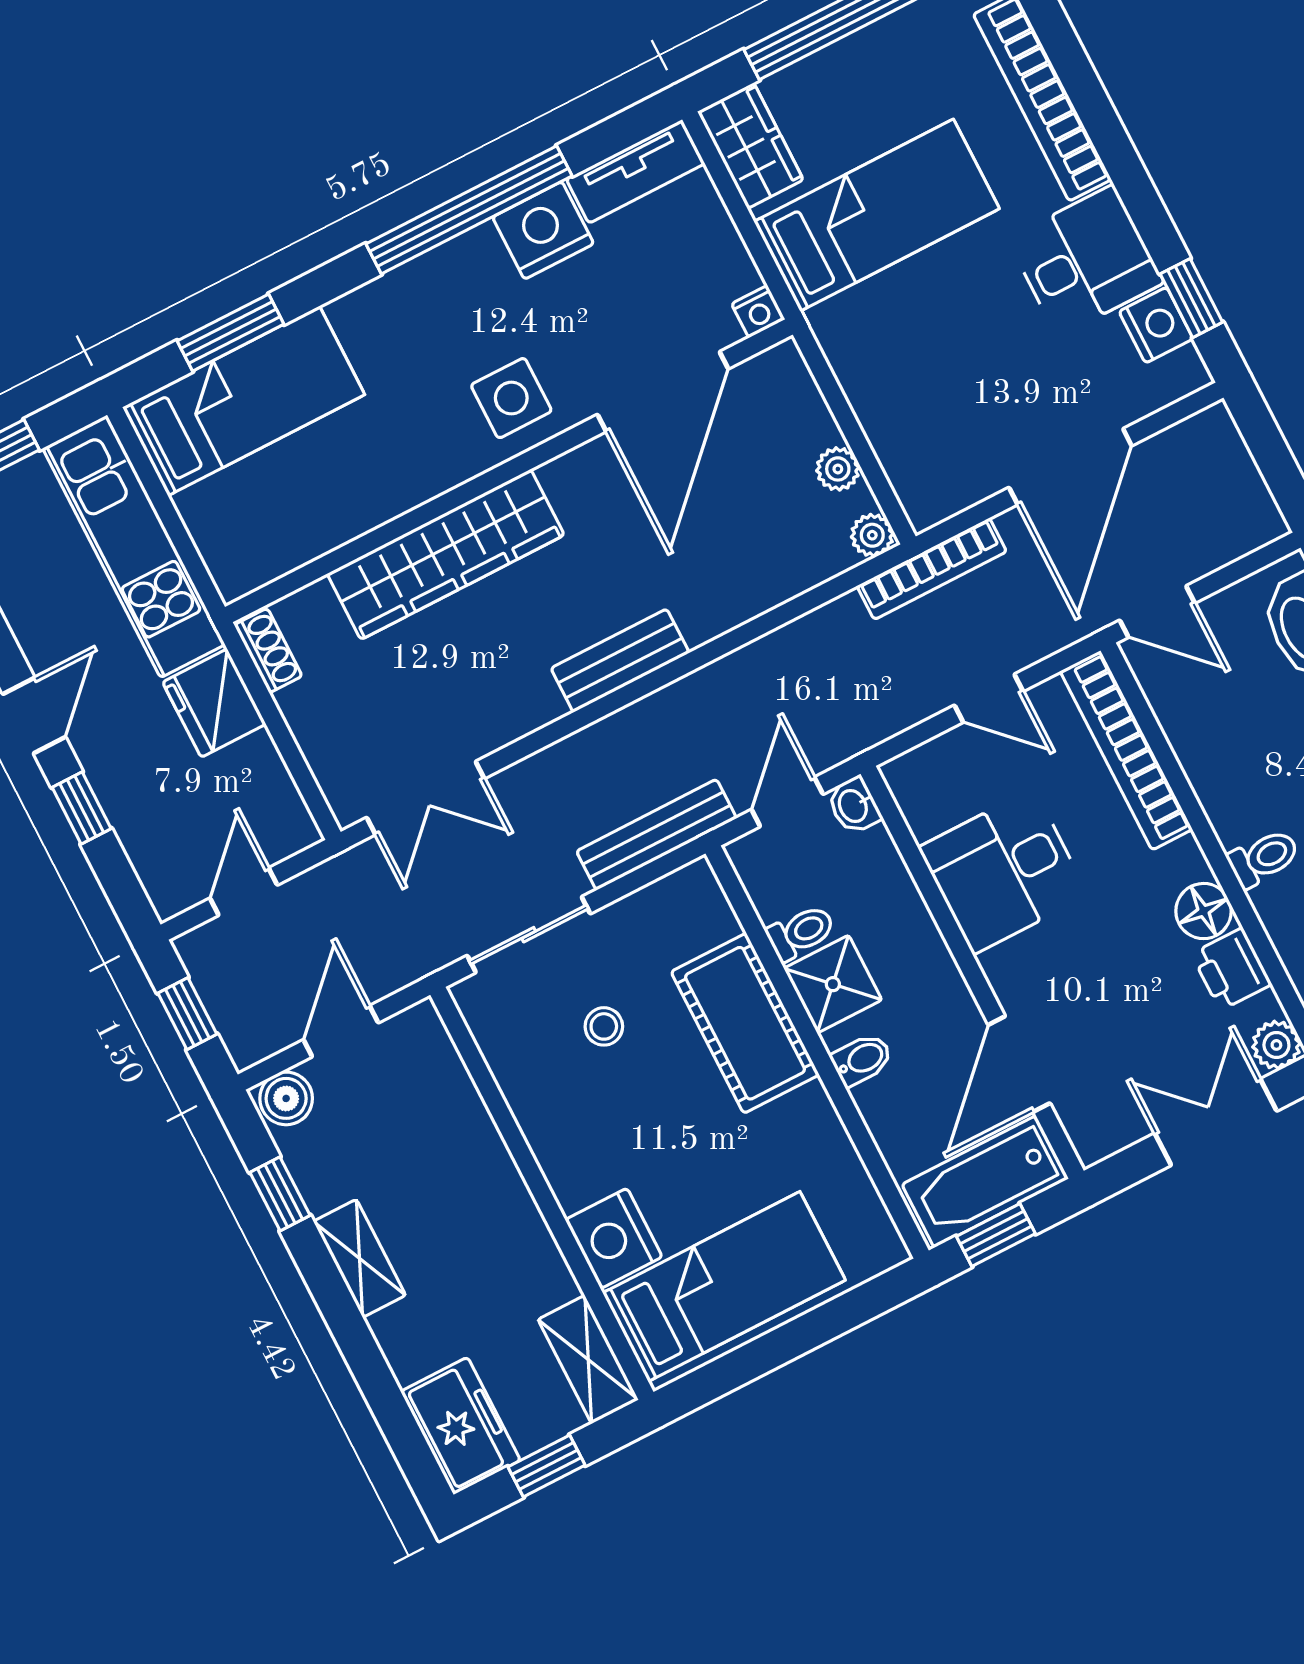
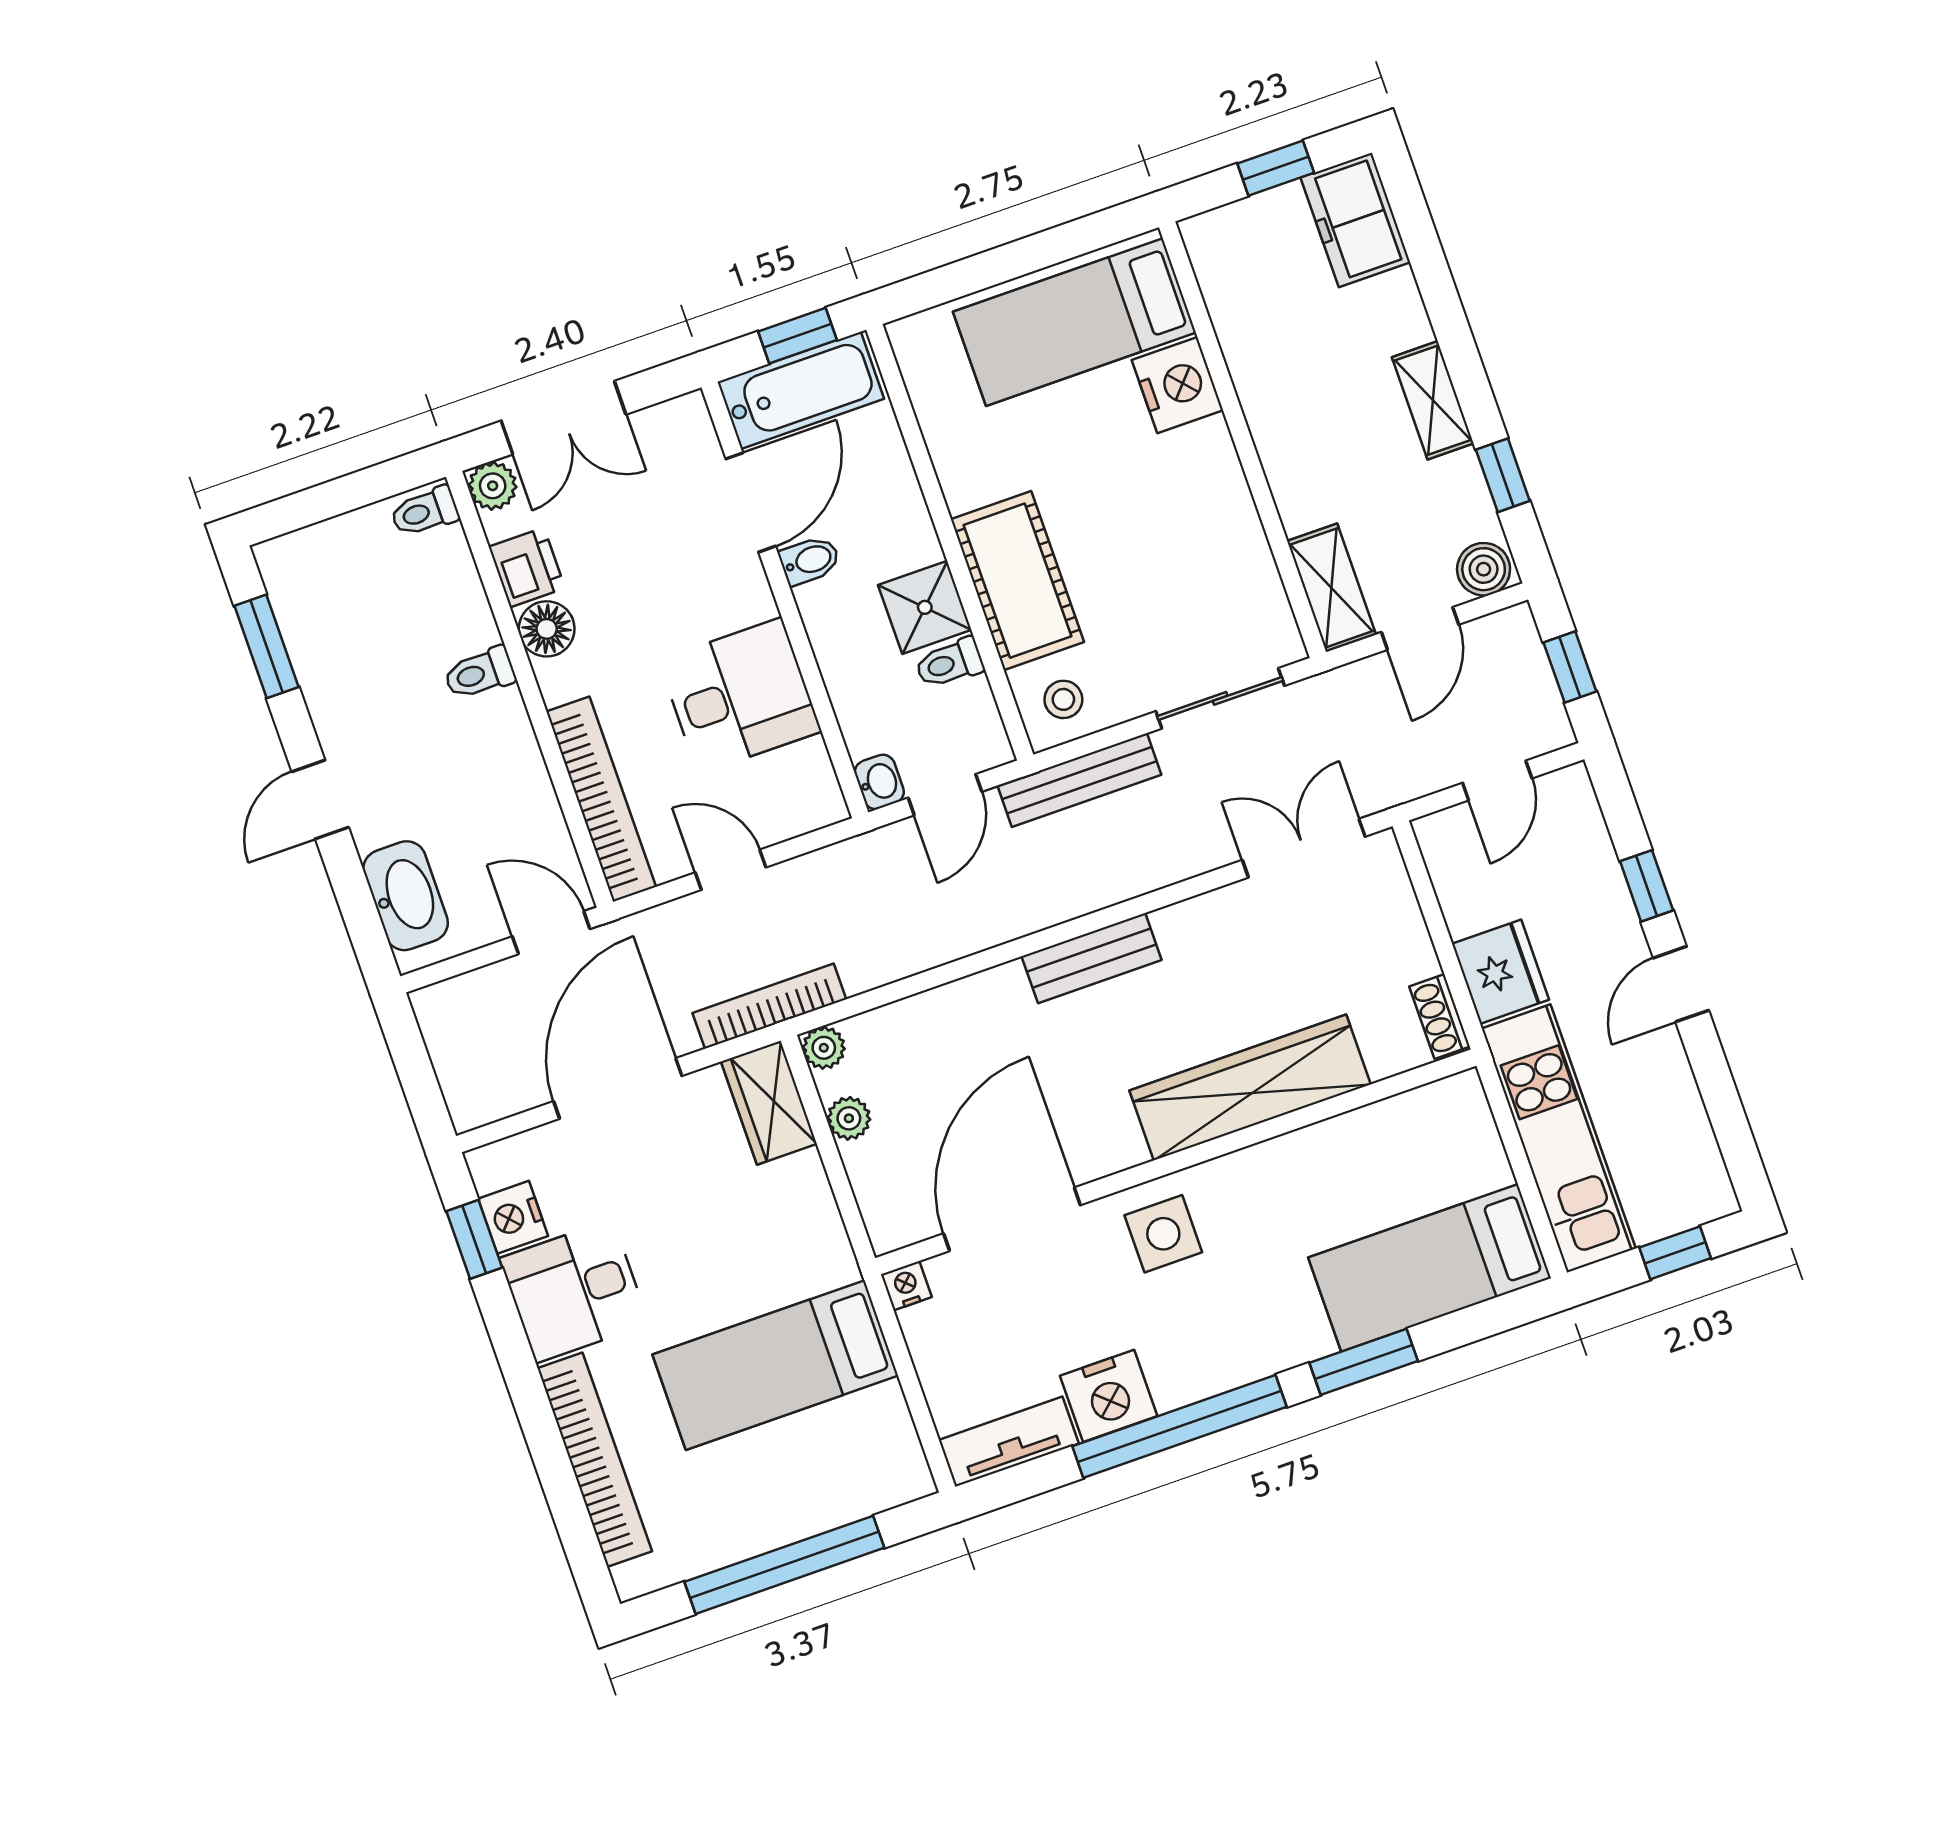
wardrobe: (750, 146) -> (769, 1103), moved
window: (231, 333) -> (1364, 1362), moved
stool: (604, 1026) -> (1063, 699), moved
bidet: (862, 1060) -> (810, 560), moved, turned 180
shelving: (588, 1359) -> (1331, 588), moved

